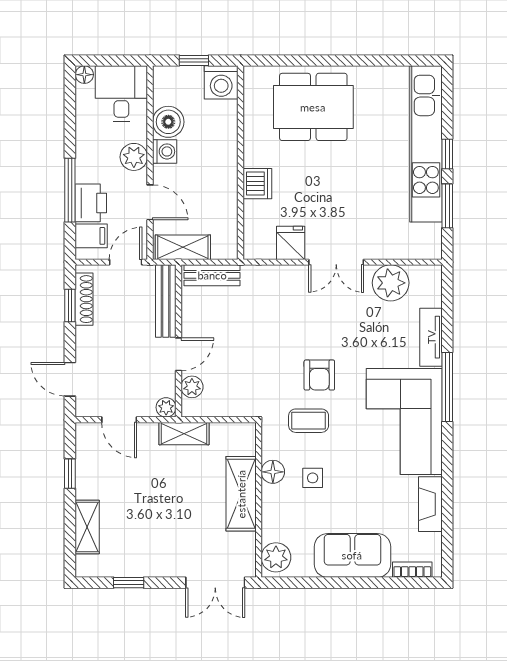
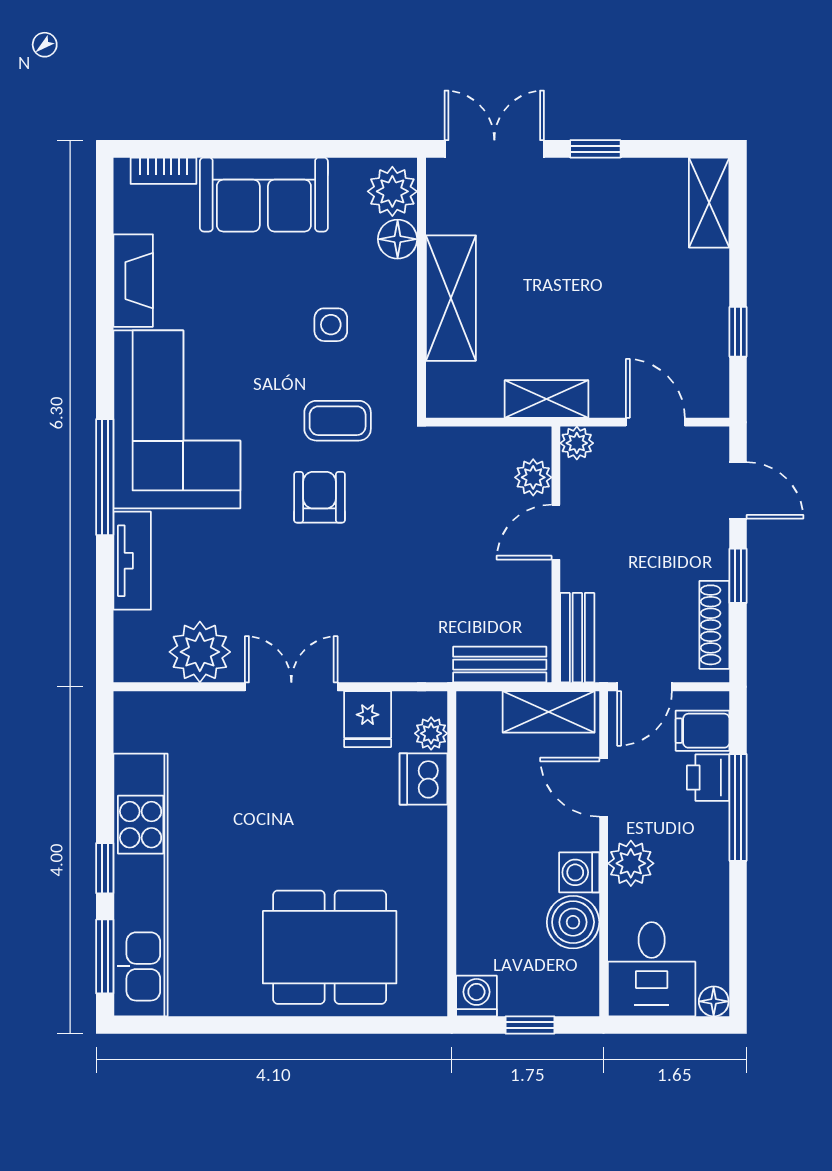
washing machine: (221, 82) -> (476, 996), width x0.73, depth x0.73
dishwasher: (257, 184) -> (423, 779), moved
printer: (91, 203) -> (708, 778), width x0.73, depth x0.81
window: (447, 206) -> (105, 956), moved
plant: (253, 234) -> (431, 733), added
bench: (166, 301) -> (577, 638), width x0.73
window: (70, 306) -> (738, 576), moved
floor lamp: (273, 472) -> (398, 239), moved
shelving: (87, 527) -> (709, 203), moved
window: (129, 583) -> (595, 149), moved

